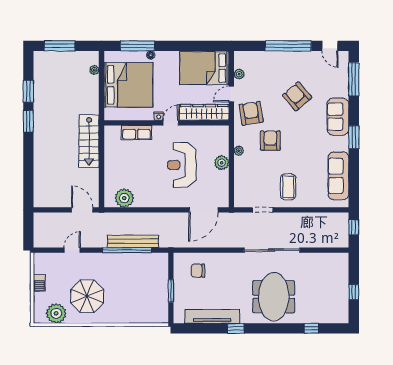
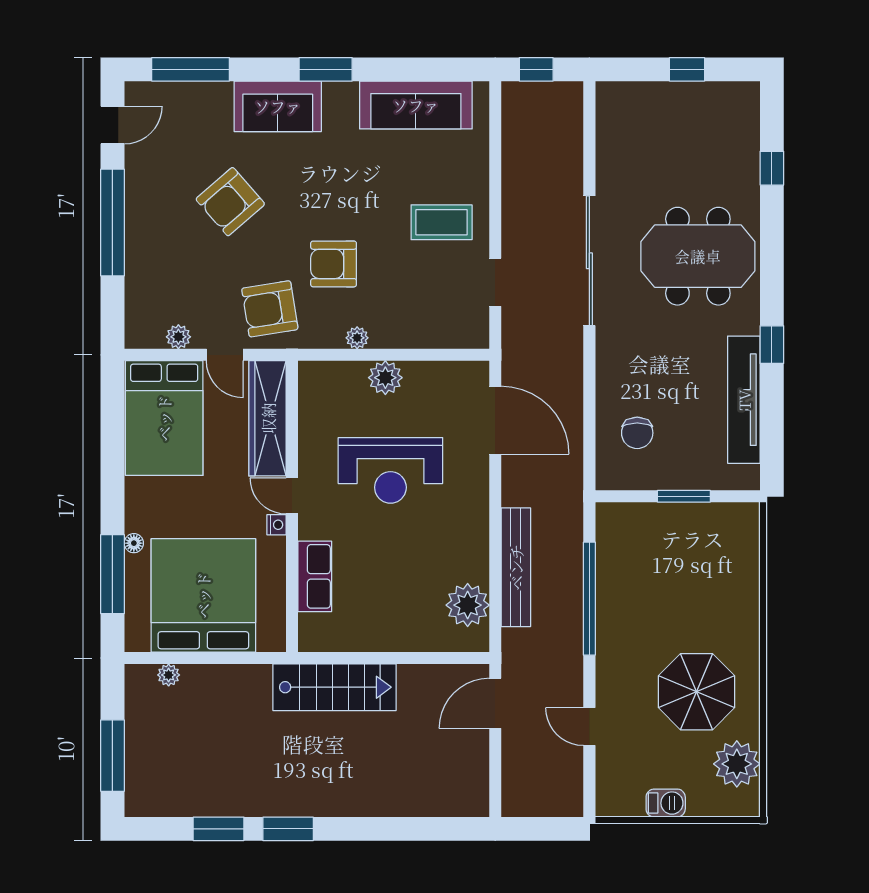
bench: (133, 241) -> (516, 567), moved

